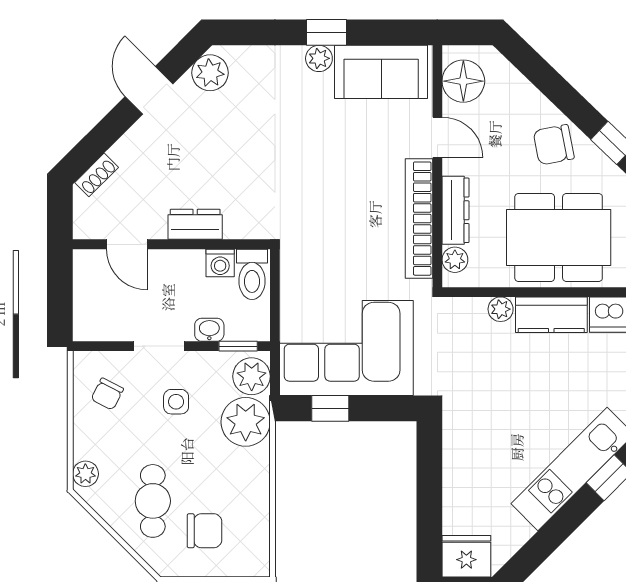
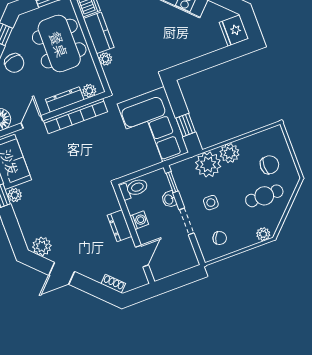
washing machine: (220, 263) -> (139, 220), moved
plant: (252, 376) -> (230, 153), moved
chair: (204, 531) -> (269, 165), turned 90

